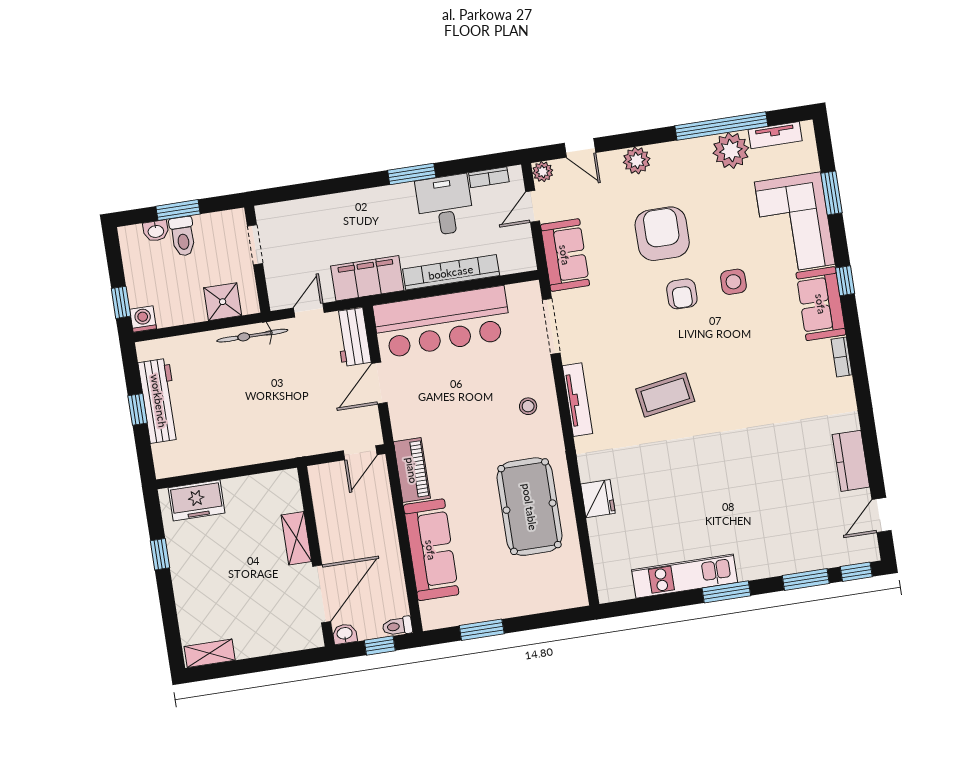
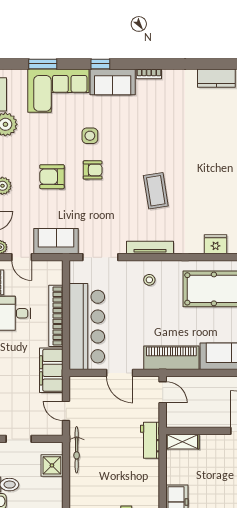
armchair: (662, 234) -> (52, 177), width x0.73, depth x0.73
workbench: (353, 337) -> (150, 440), moved, turned 90
piano: (412, 470) -> (171, 358), width x1.37, depth x1.33
shelving: (296, 538) -> (182, 442), moved

